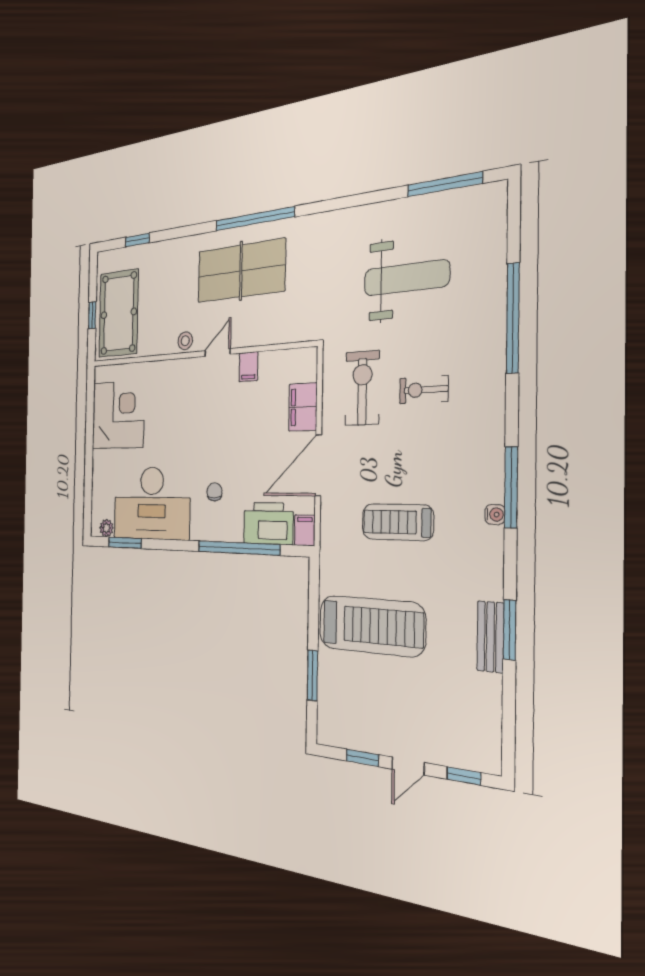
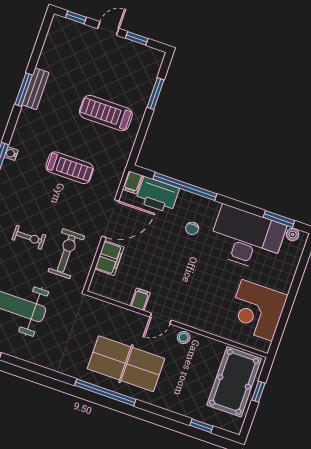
exercise bike: (362, 388) -> (66, 254), turned 180
treadmill: (371, 626) -> (106, 113), width x0.73, depth x0.73

